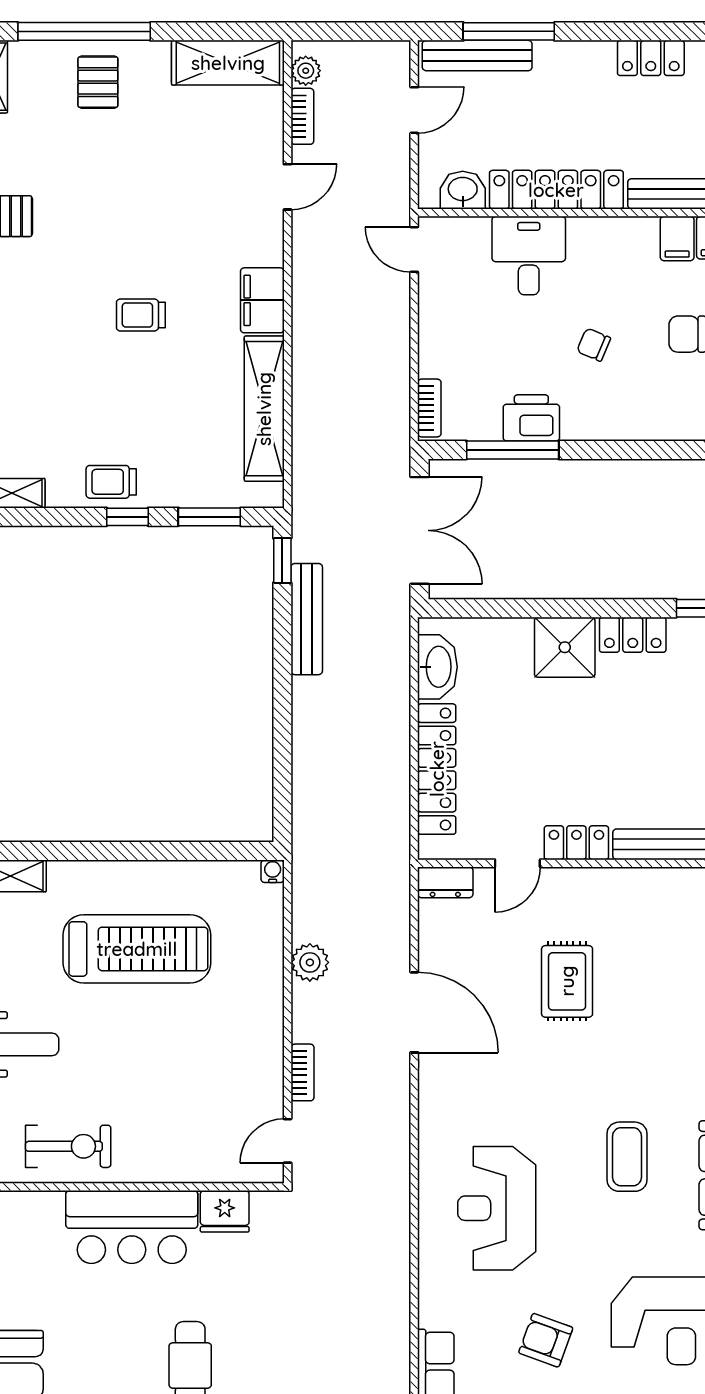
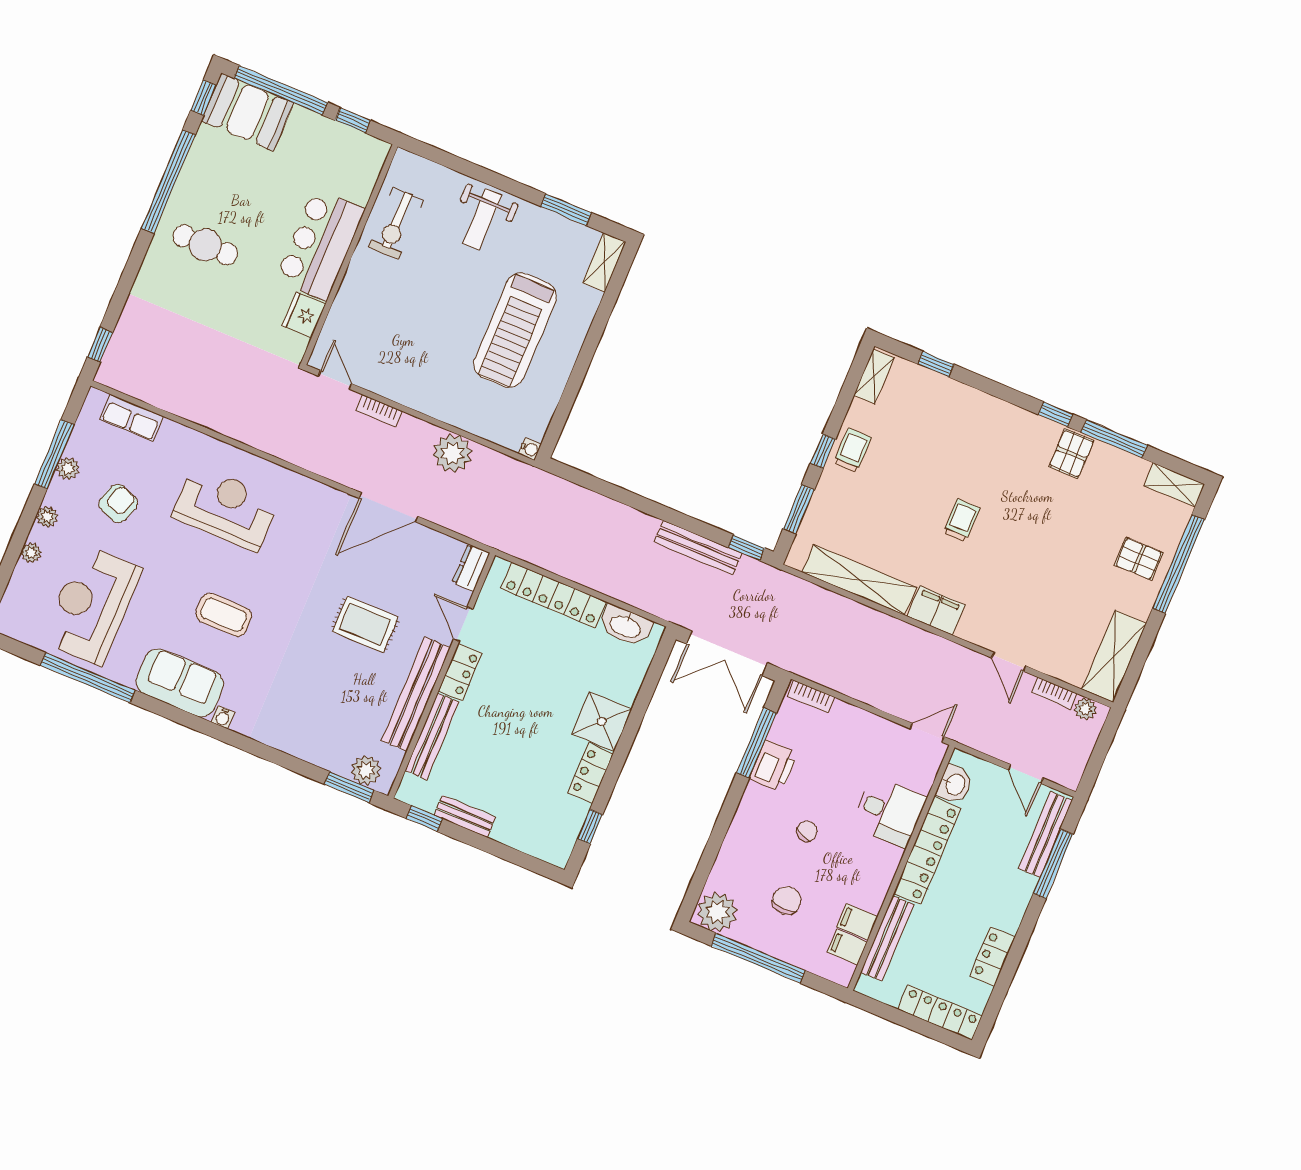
bench: (625, 885) -> (416, 694), added
plant: (310, 962) -> (452, 453), width x1.36, depth x1.36

